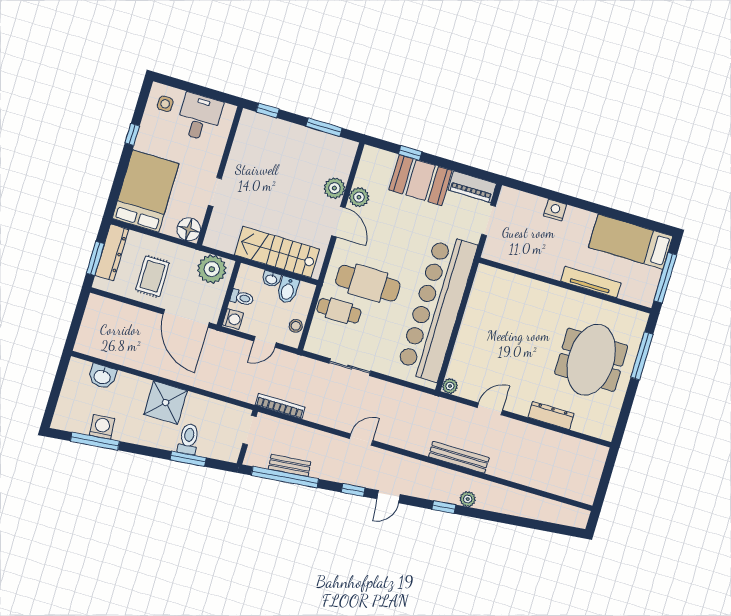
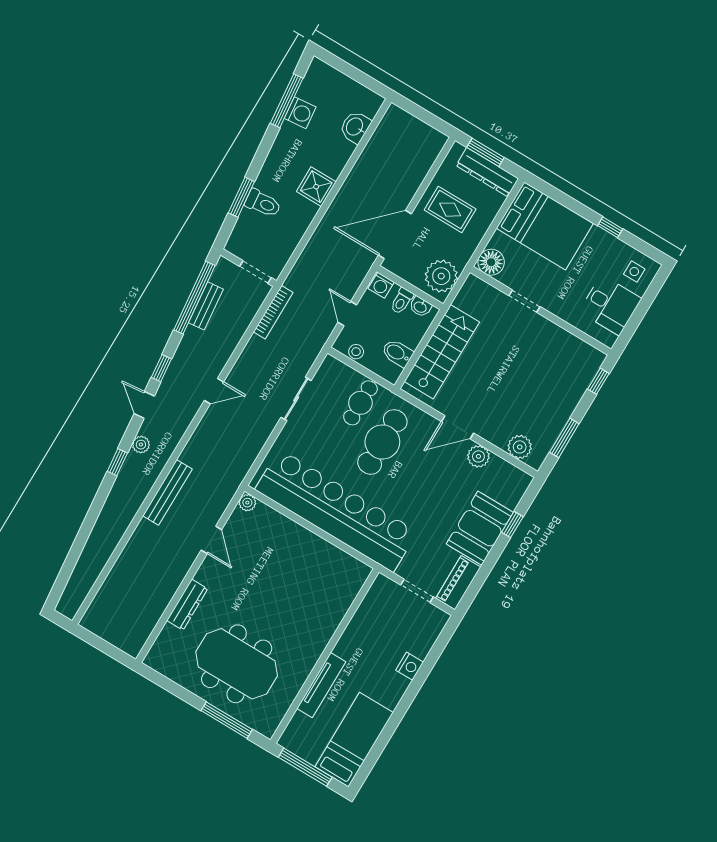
plant: (334, 188) -> (520, 447), moved
washbasin: (271, 279) -> (420, 307), moved, turned -90
shower: (166, 403) -> (316, 187), width x0.73, depth x0.73
door: (361, 440) -> (214, 391), hinge flipped
plant: (468, 499) -> (141, 445), moved

